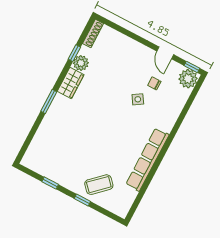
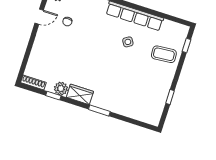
side table: (138, 99) -> (128, 42), moved
coffee table: (99, 185) -> (164, 54), turned -52
window: (82, 200) -> (187, 45), moved

